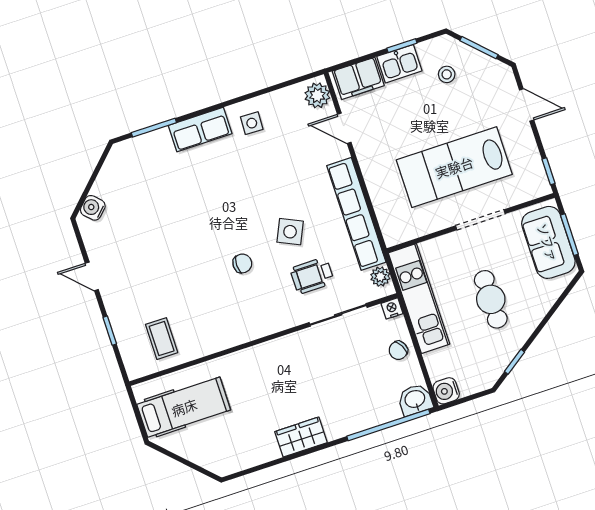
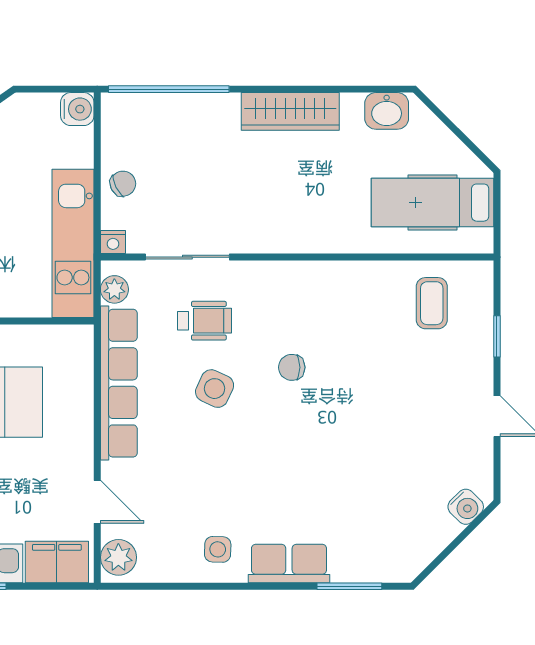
washbasin: (415, 400) -> (387, 111), moved
wardrobe: (301, 437) -> (290, 111), width x1.50

